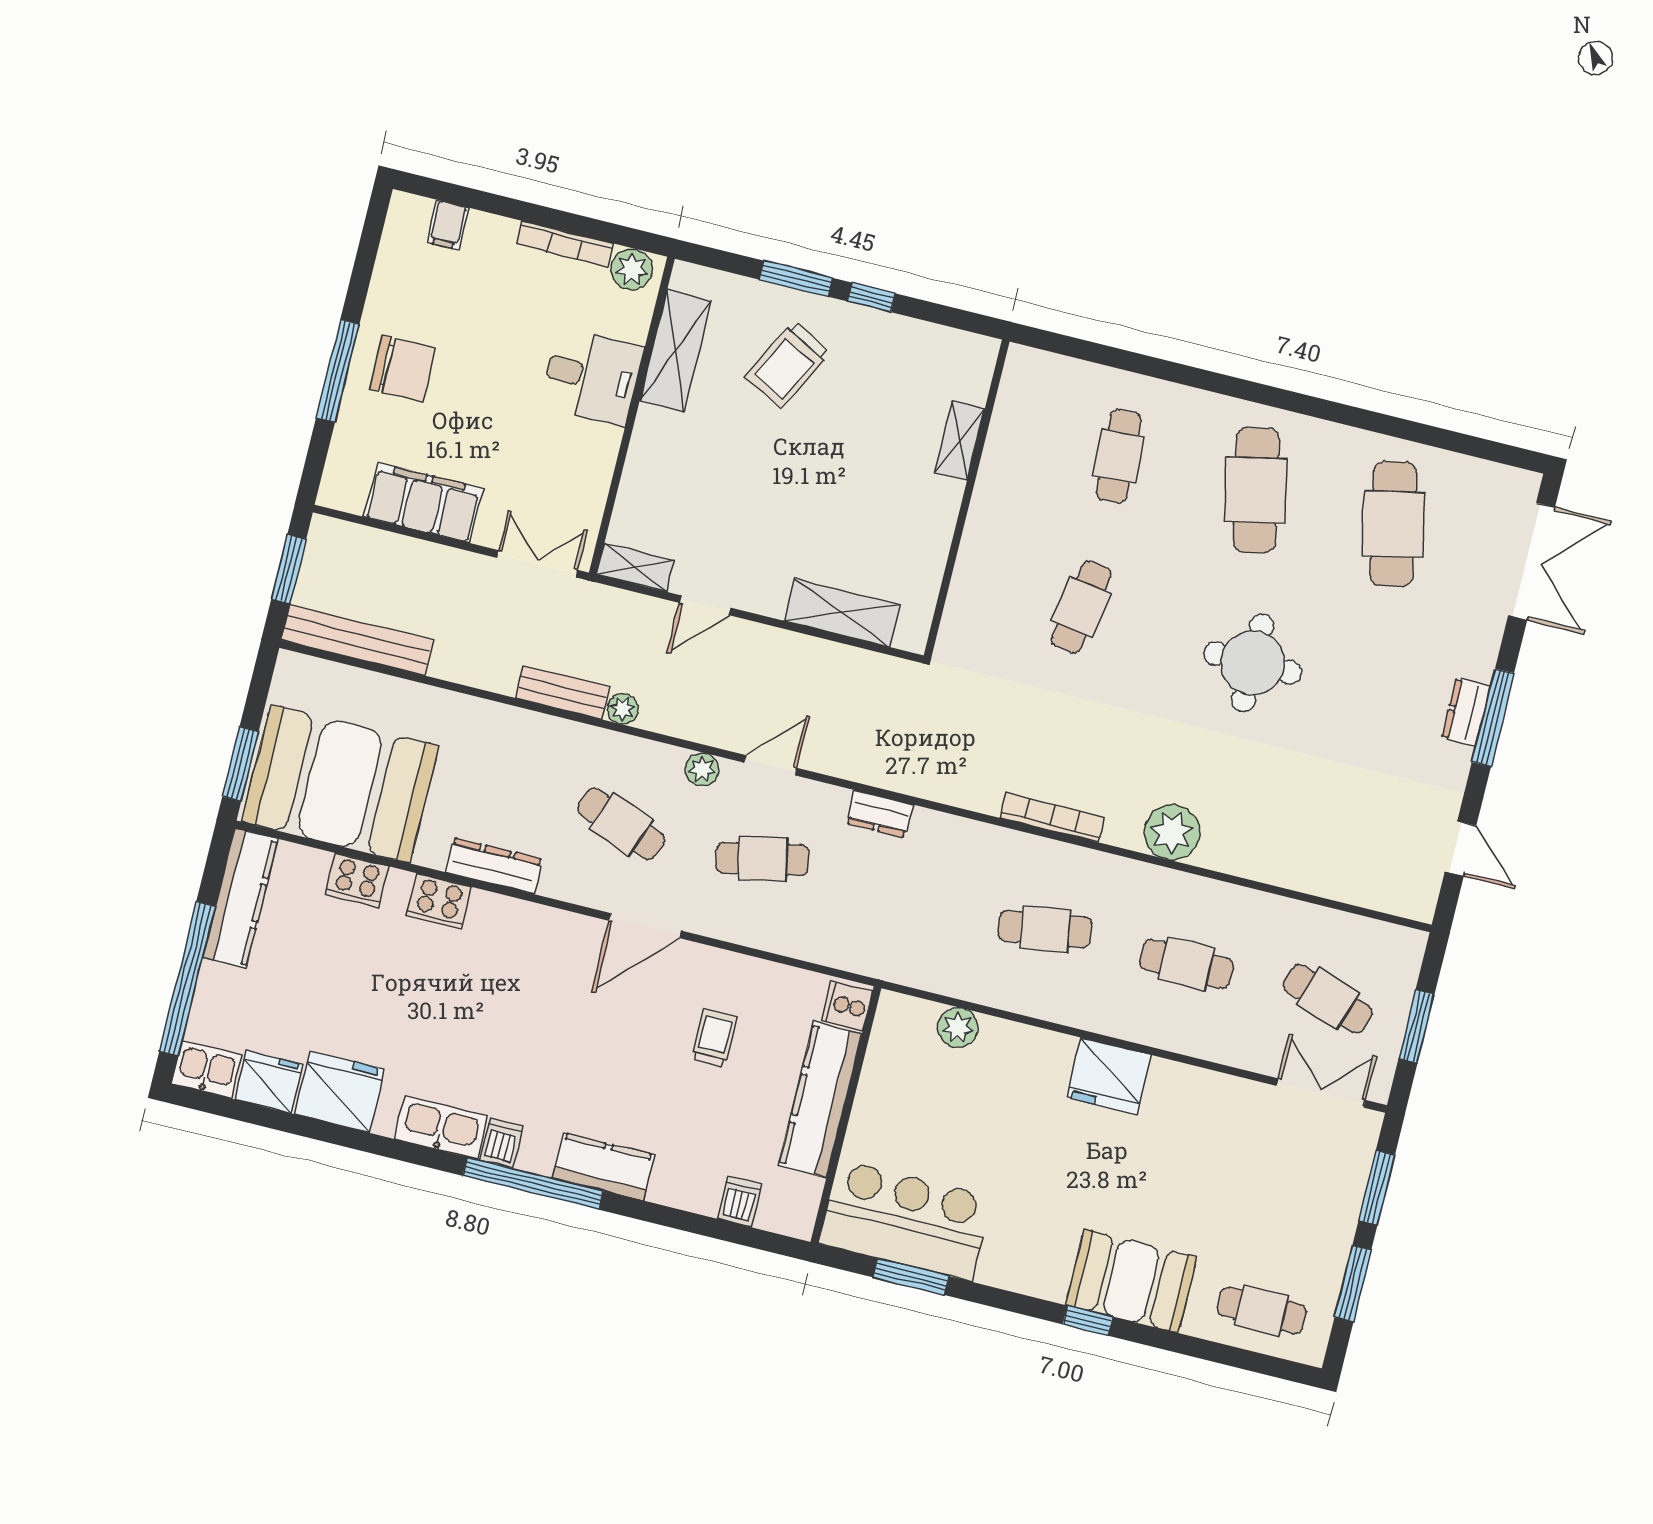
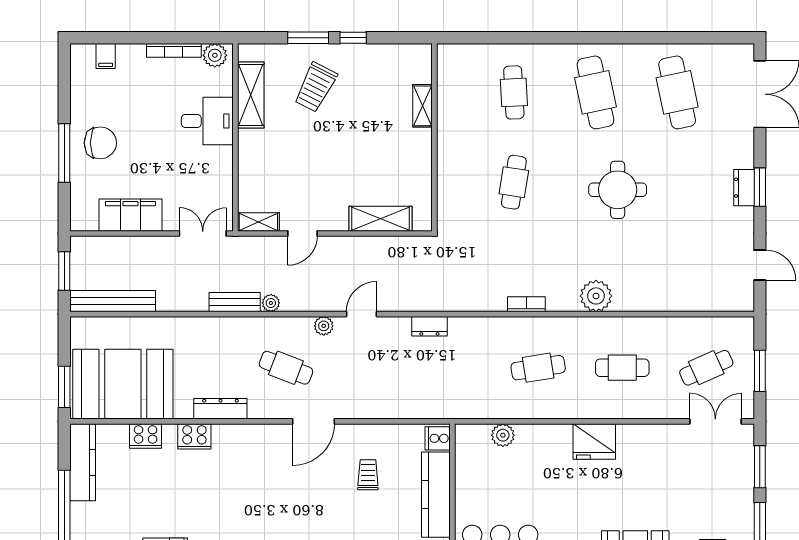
window: (1493, 718) -> (760, 187), width x0.69
bookcase: (1052, 817) -> (526, 304), width x0.64
cafe table: (762, 859) -> (370, 368), removed
cafe table: (1328, 999) -> (706, 368), turned -42

